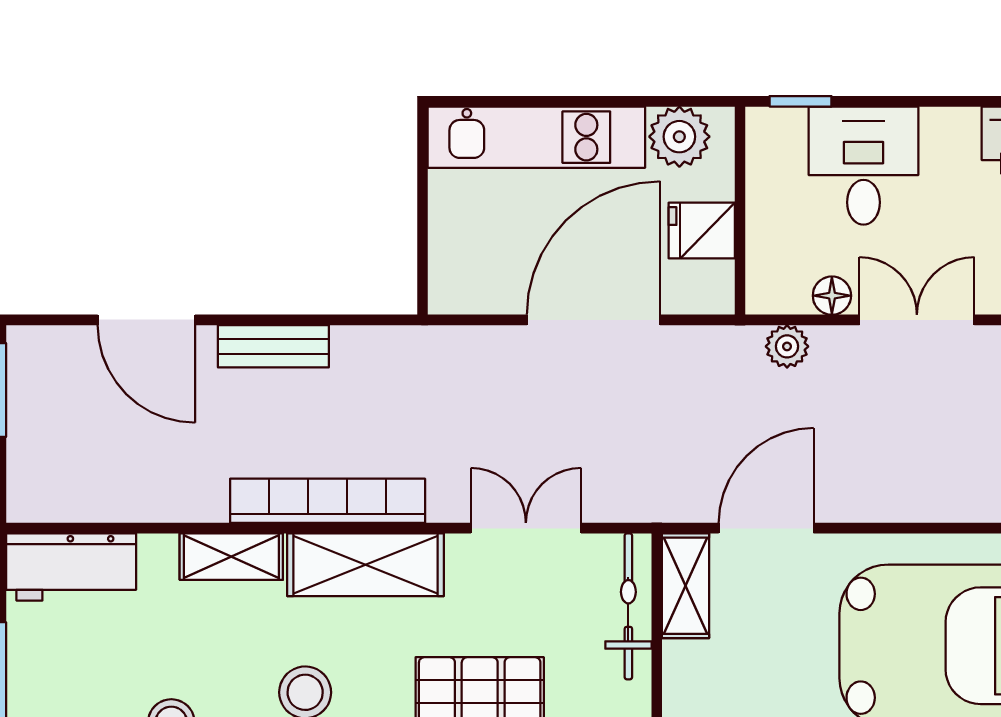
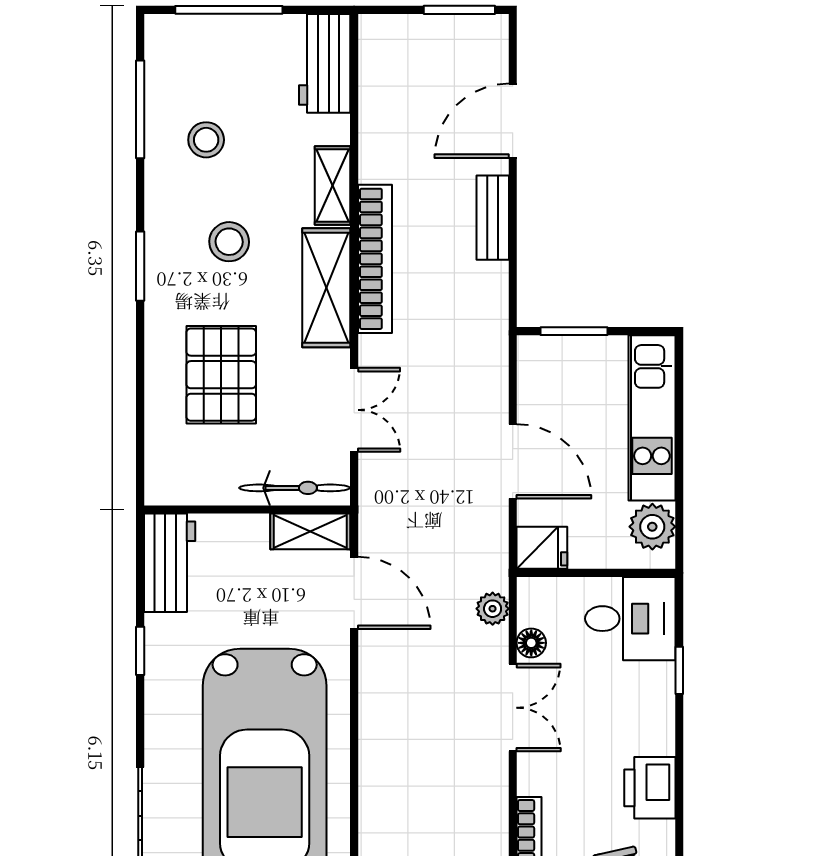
window: (800, 101) -> (679, 670), moved
desk: (863, 166) -> (630, 619), moved
fridge: (702, 231) -> (542, 548), moved, turned 90
window: (422, 240) -> (574, 331), added
door: (593, 320) -> (513, 461), width x0.73

